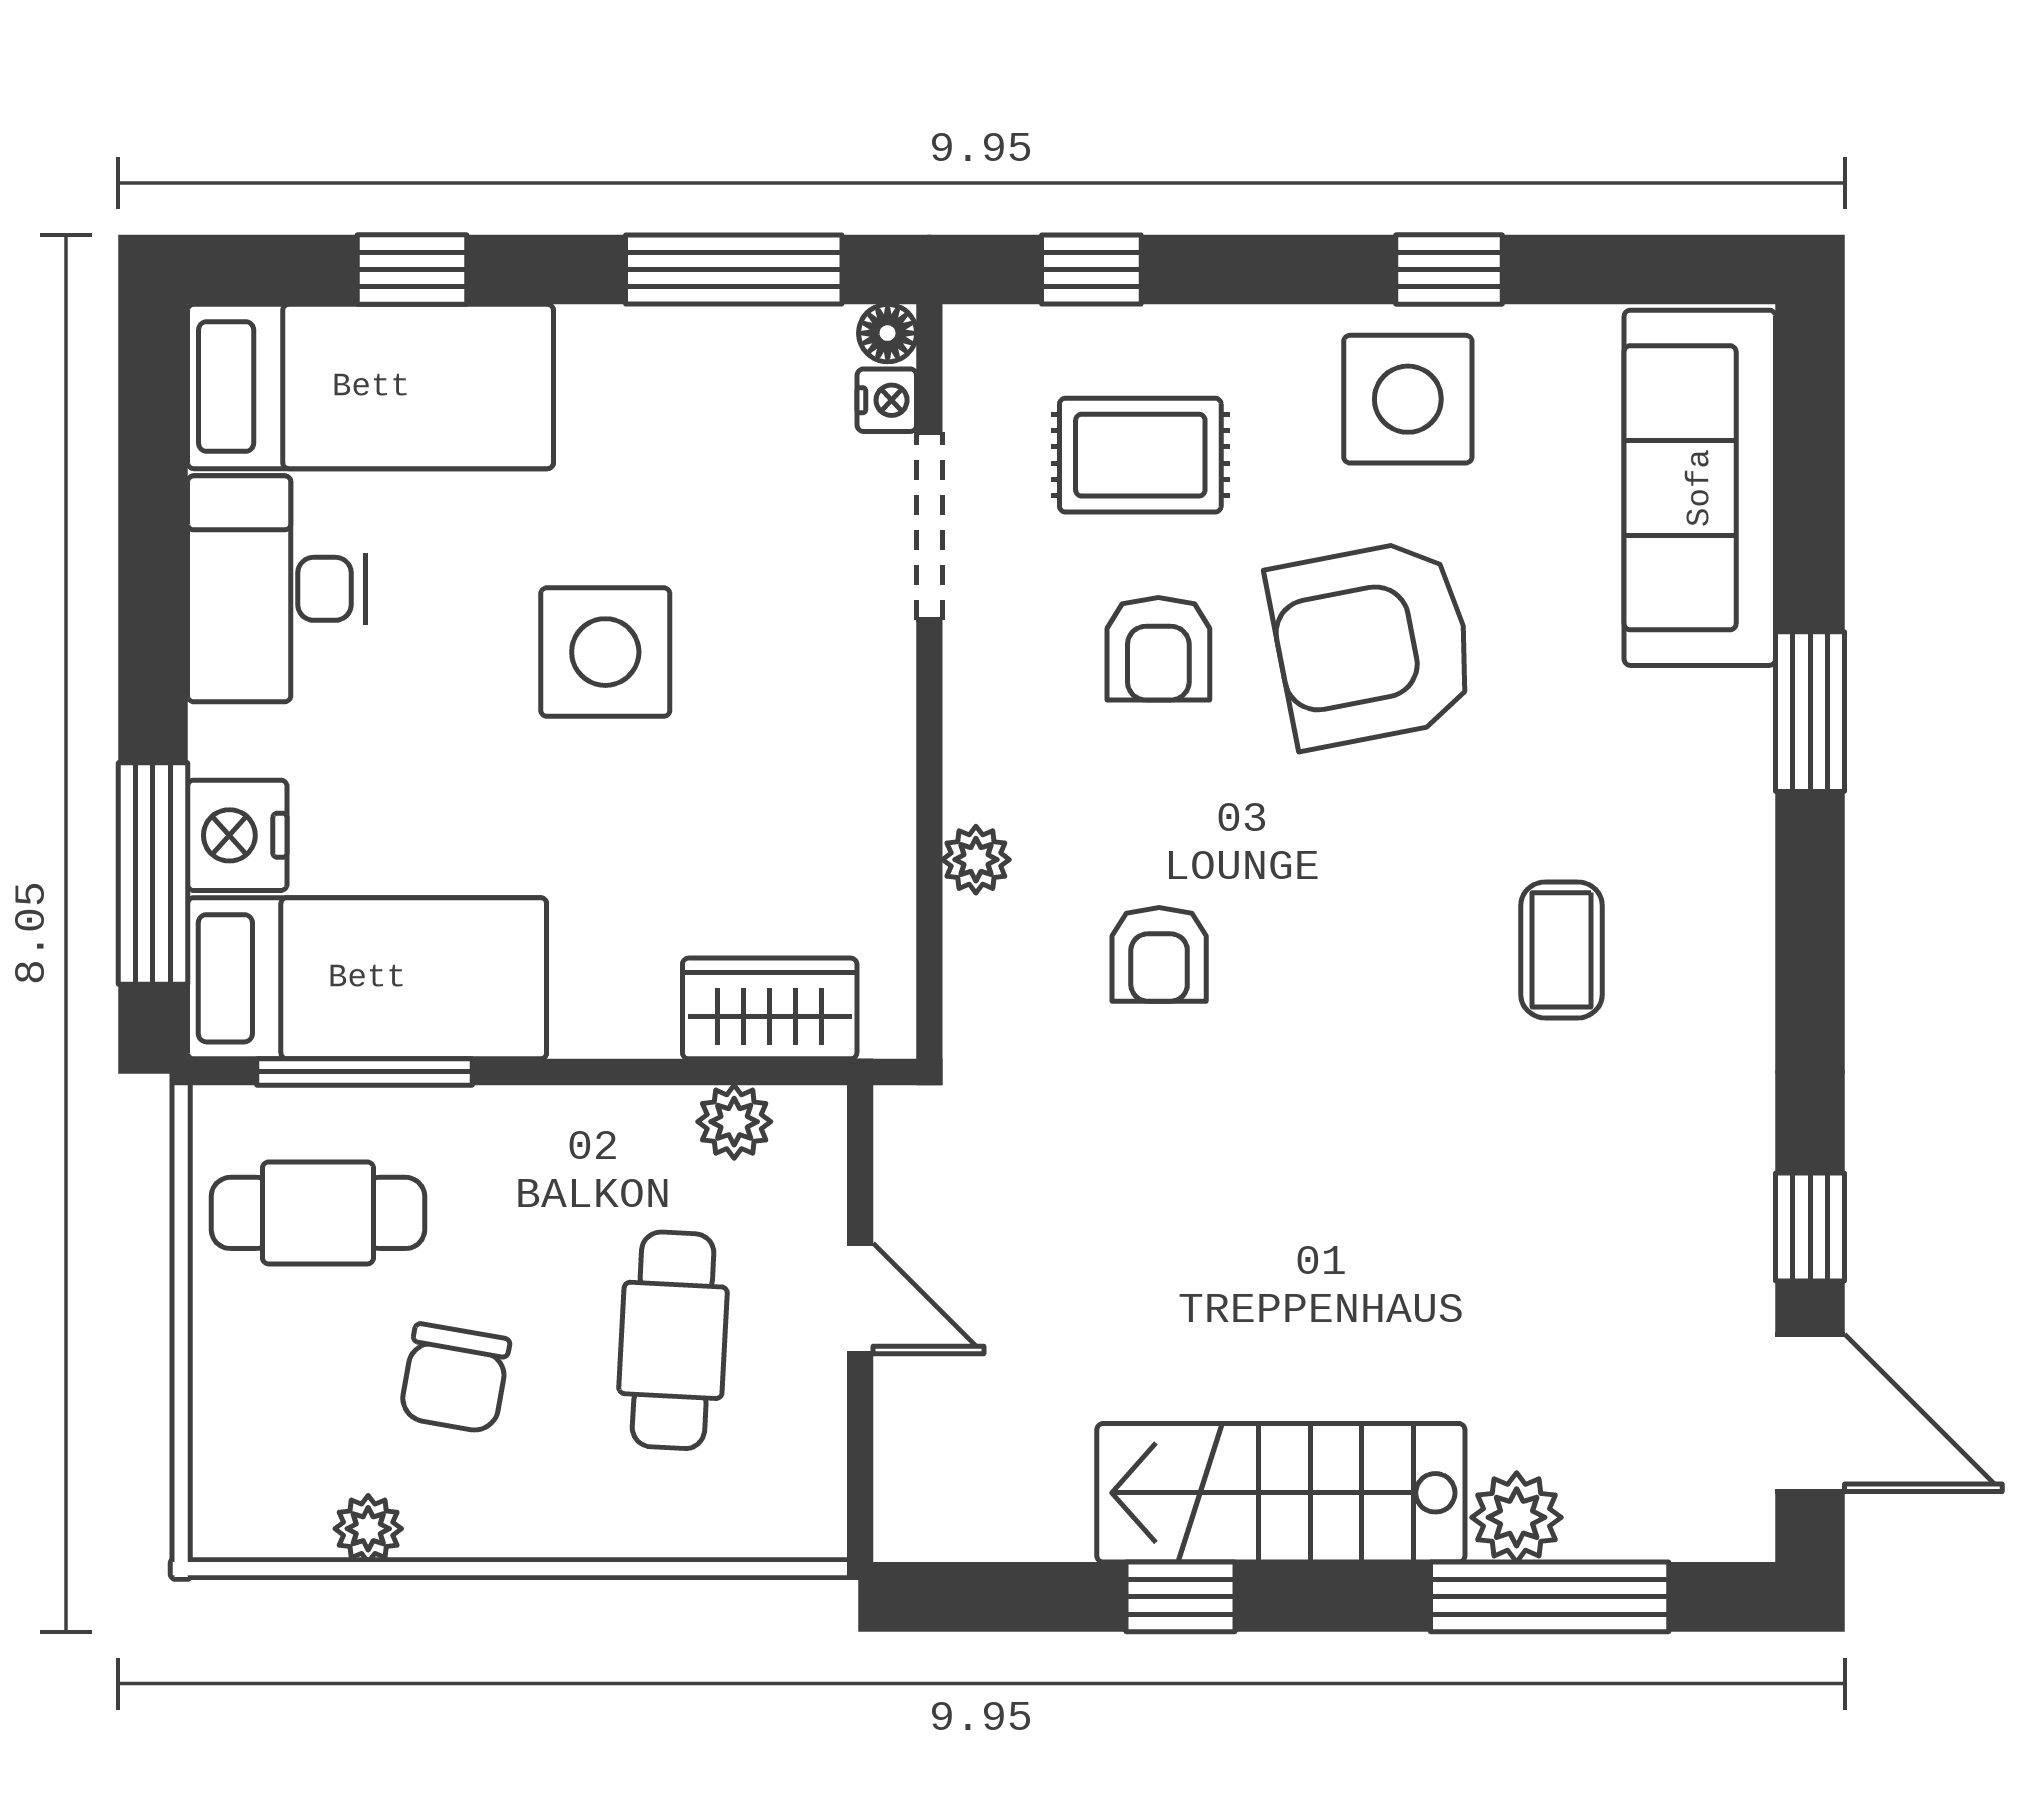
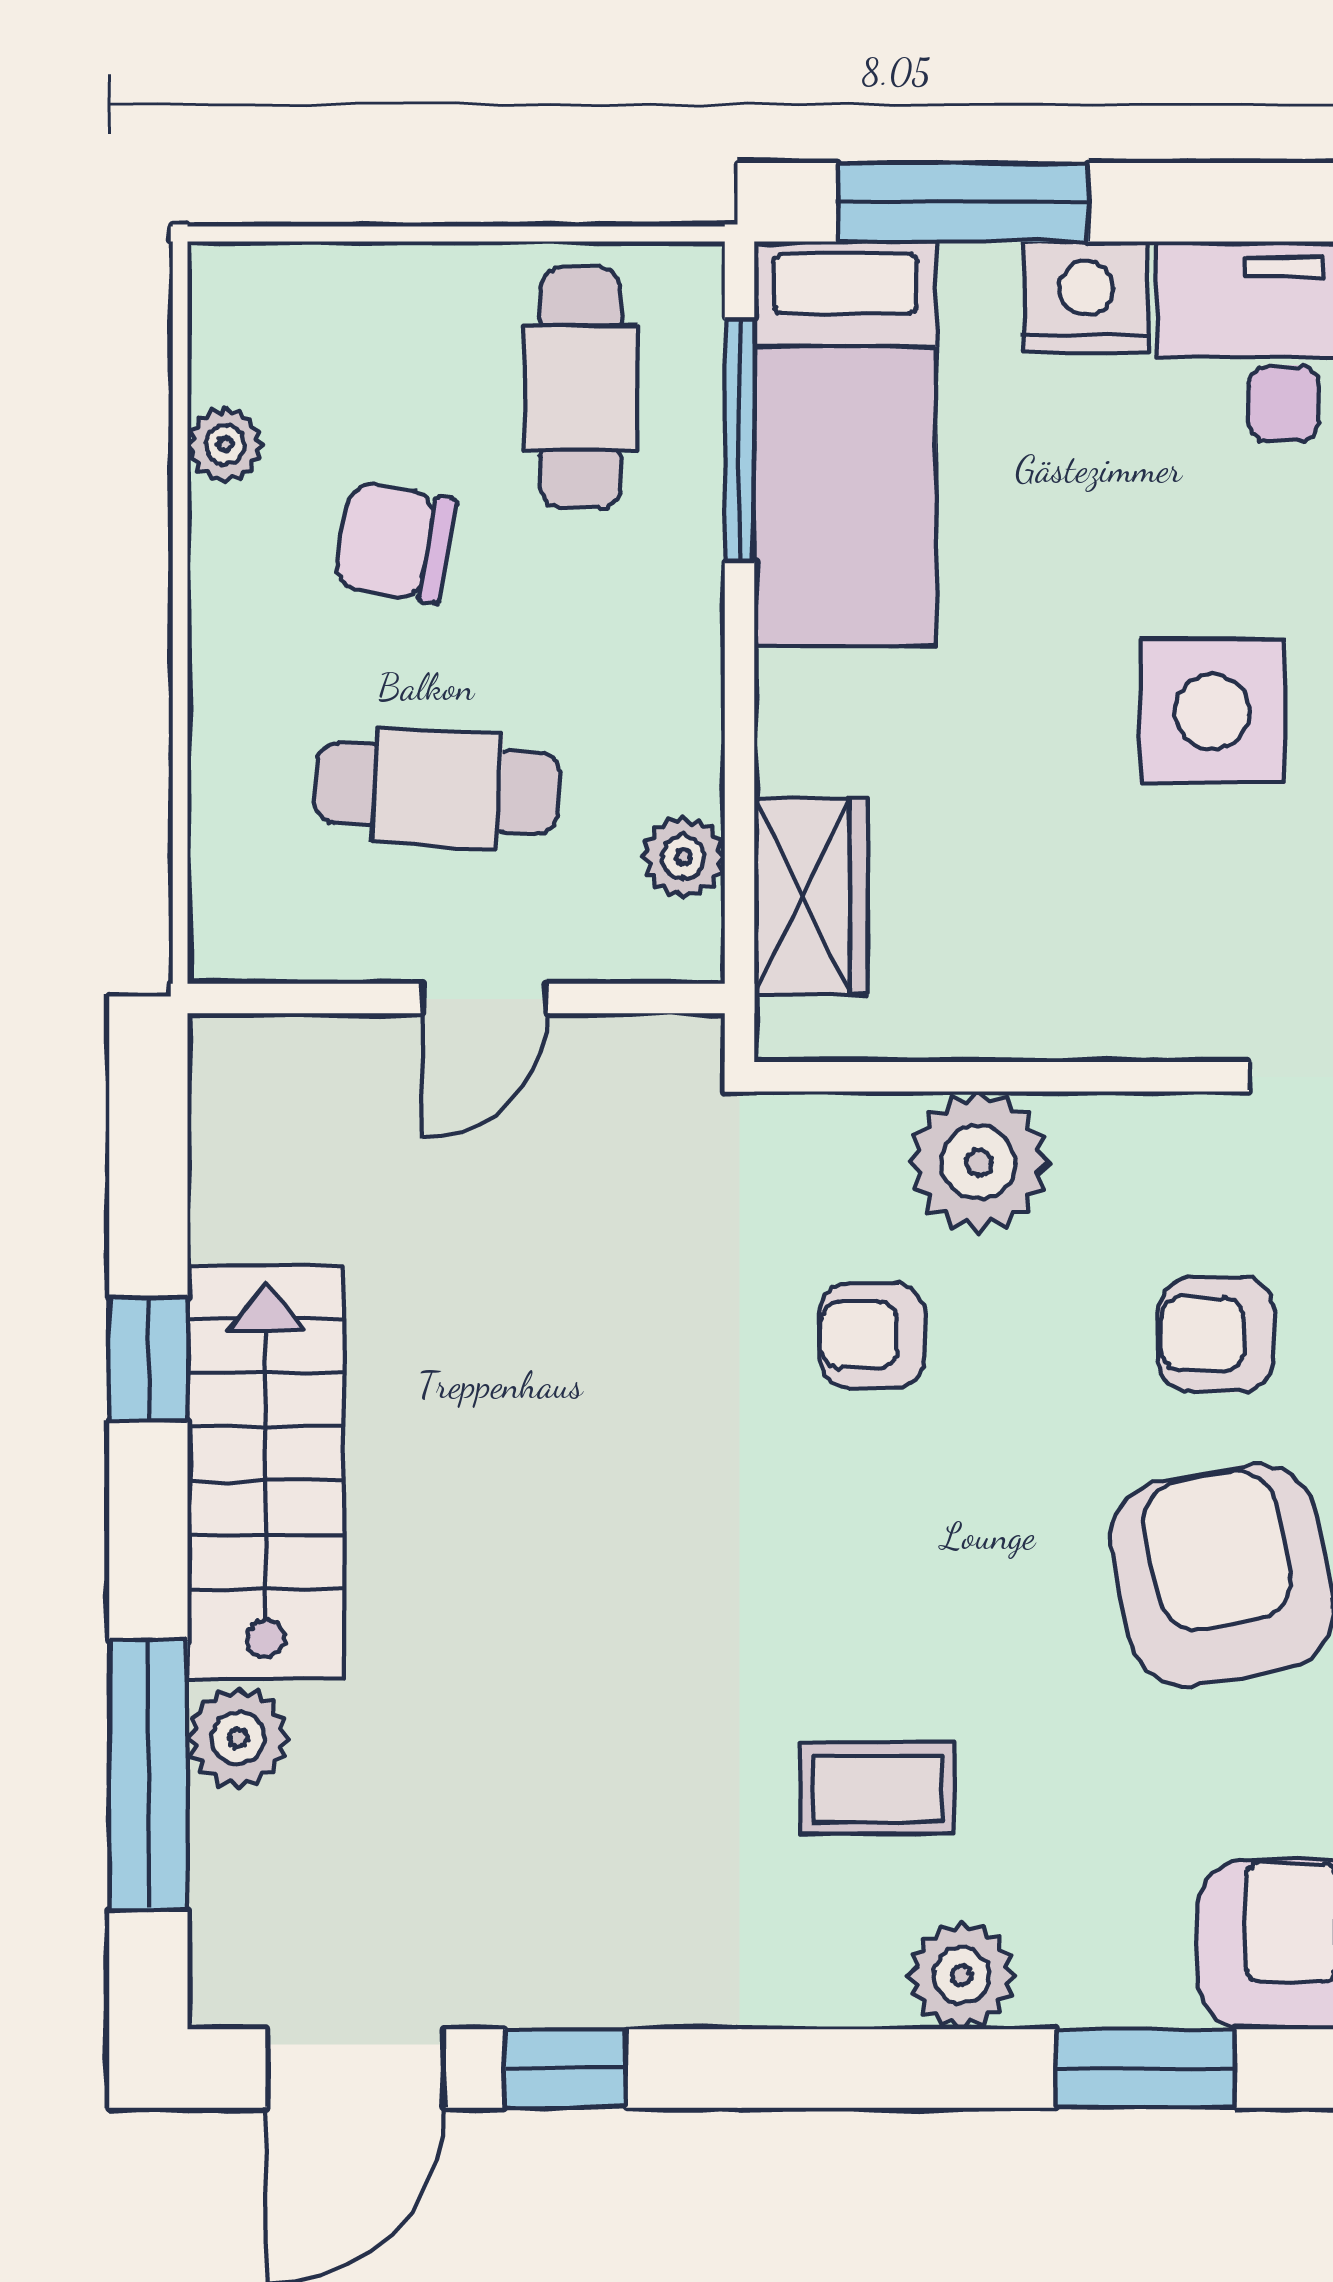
nightstand: (237, 835) -> (1086, 297), moved
plant: (976, 860) -> (979, 1162), width x1.87, depth x1.87
plant: (1727, 875) -> (962, 1975), added

